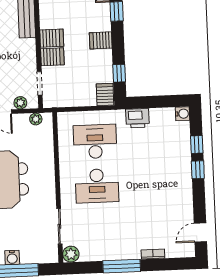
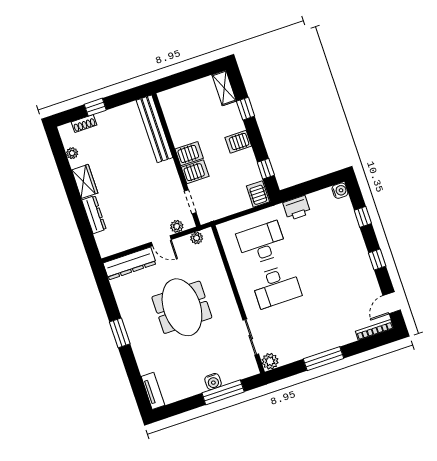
window: (198, 170) -> (377, 259), moved
bookcase: (153, 254) -> (375, 330), moved, width x1.56

